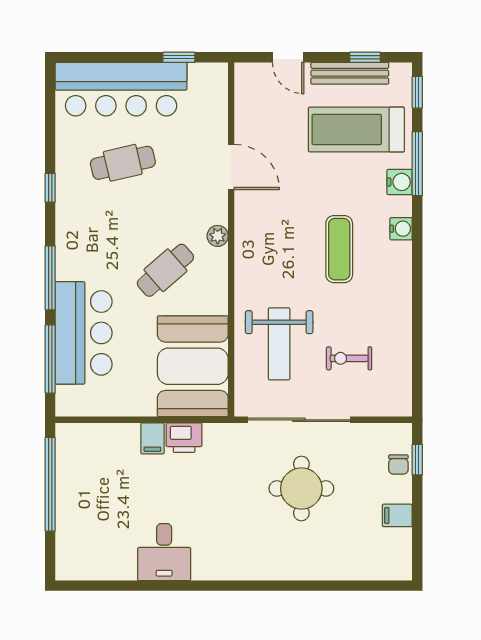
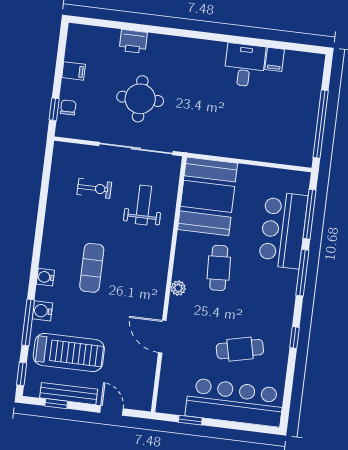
cafe table: (165, 270) -> (219, 268), turned -52
weight bench: (279, 344) -> (143, 205), width x0.73, depth x0.75
filing cabinet: (152, 438) -> (275, 59), moved, turned 180
printer: (184, 438) -> (133, 41), moved, turned 180

